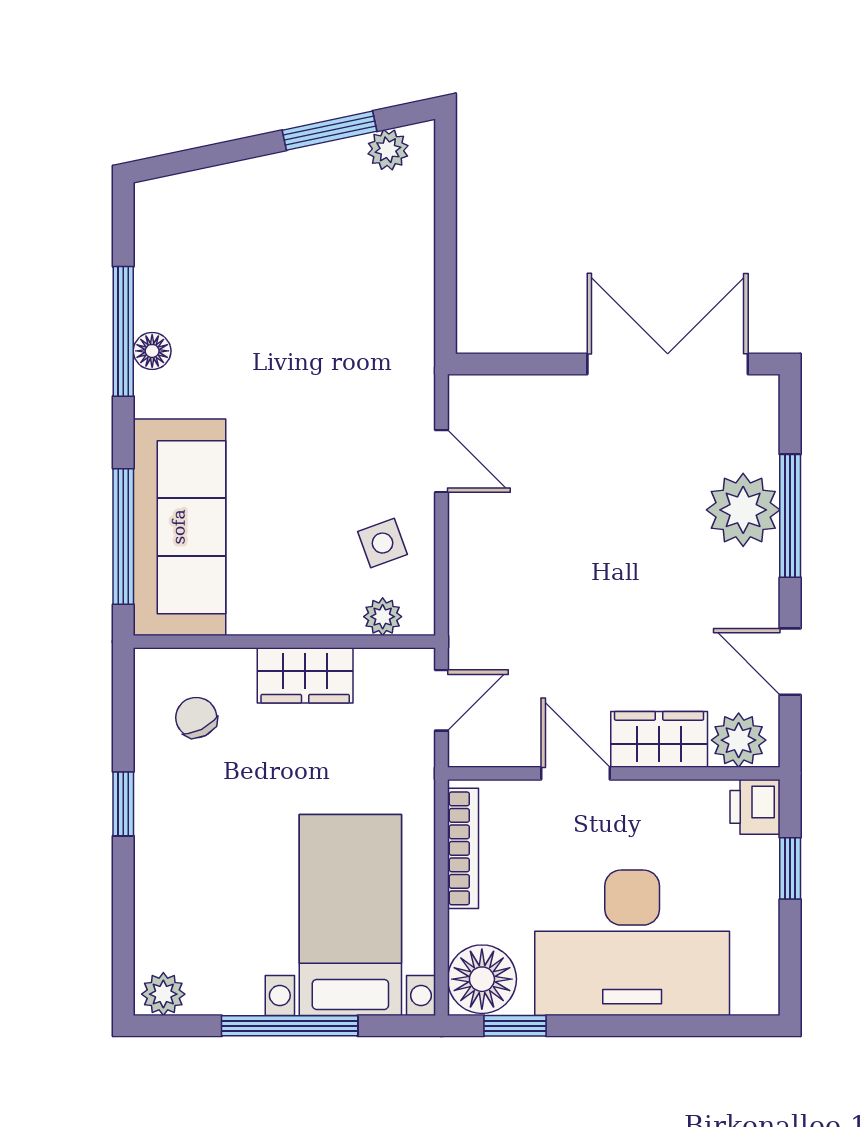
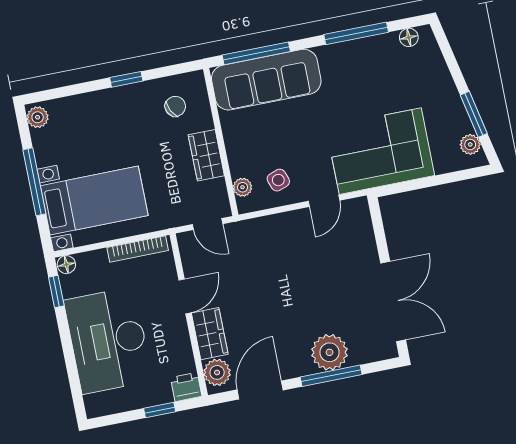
corner sofa: (366, 330) -> (380, 151), added
floor lamp: (152, 351) -> (409, 37), moved
door: (790, 662) -> (260, 390), width x1.38
floor lamp: (482, 979) -> (66, 265), width x0.53, depth x0.53

